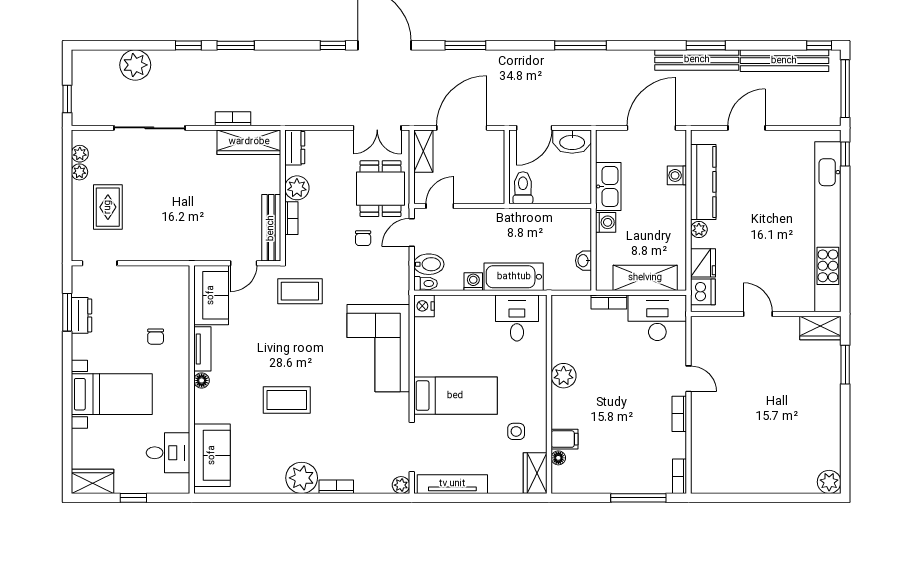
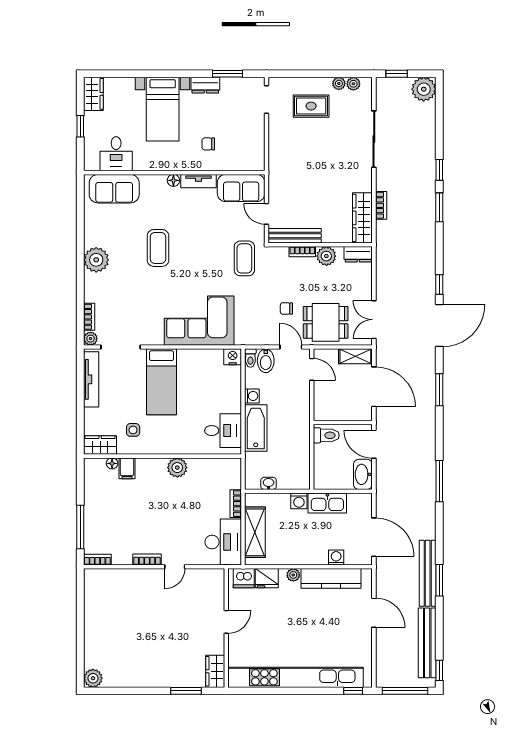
plant: (135, 65) -> (424, 89), moved
dresser: (81, 315) -> (205, 85), moved
bookcase: (336, 487) -> (89, 317), moved

